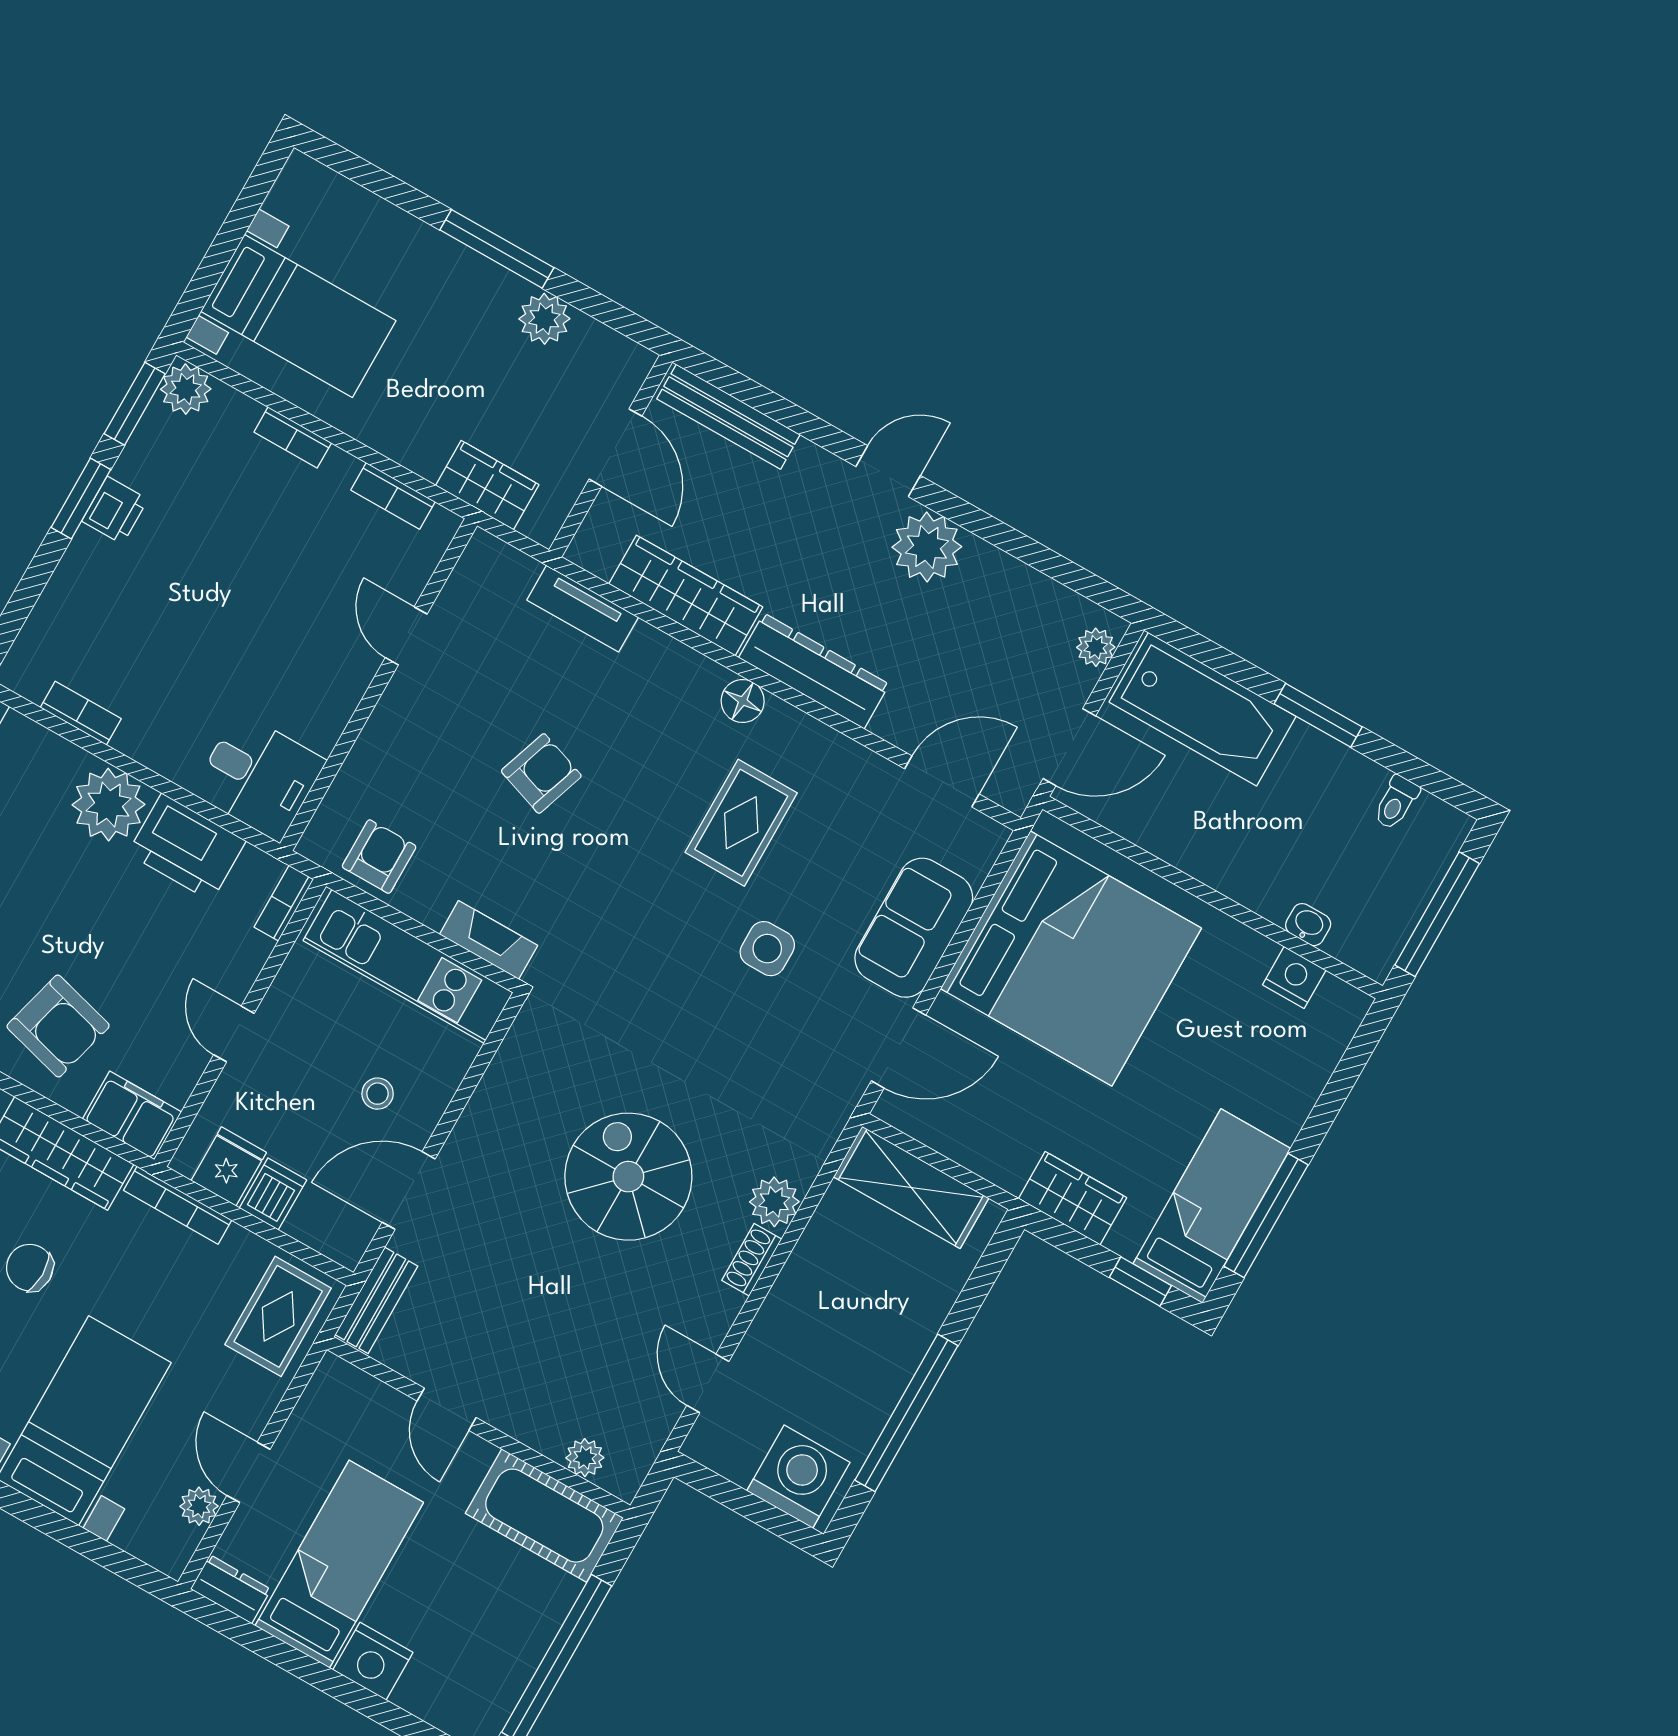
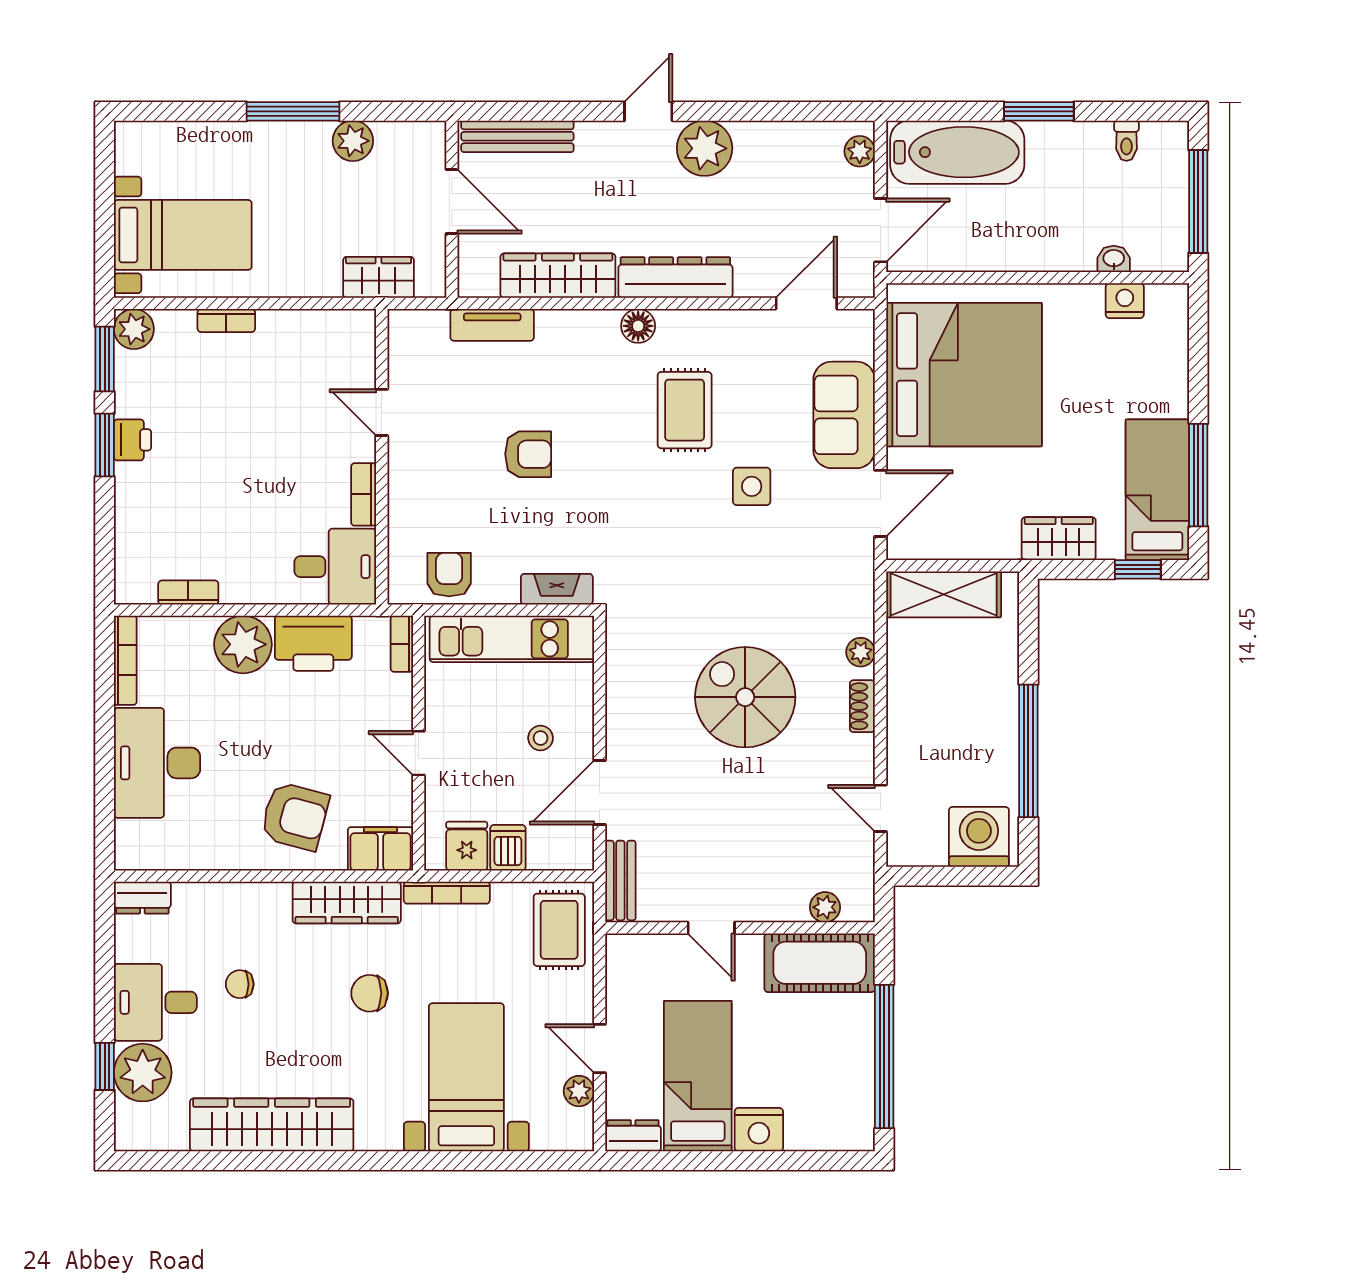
bookcase: (393, 496) -> (364, 494), moved, turned 90
armchair: (541, 773) -> (528, 454), turned 71
plant: (774, 1202) -> (861, 652), width x0.73, depth x0.73

